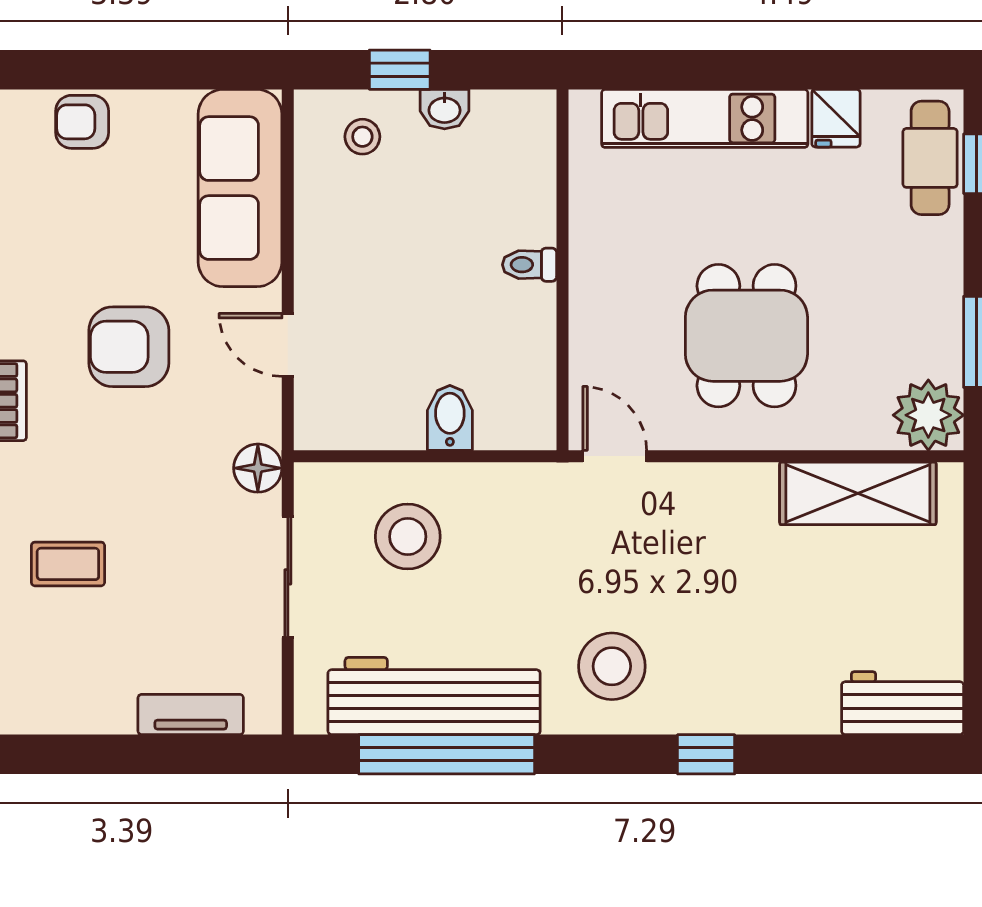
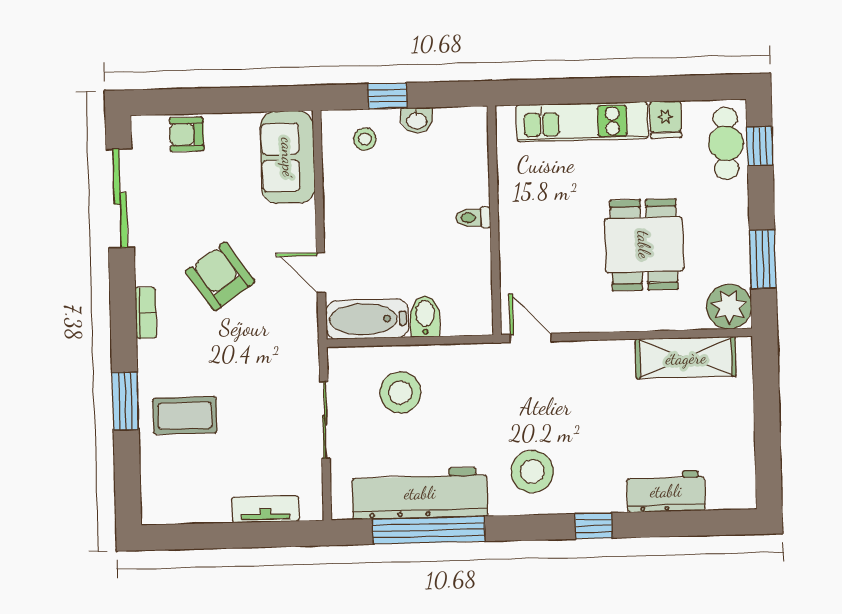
sofa: (240, 188) -> (288, 157), width x0.73
dining table: (746, 336) -> (644, 245), moved
armchair: (129, 347) -> (220, 276), turned 55
bathtub: (359, 420) -> (367, 319), added
floor lamp: (258, 468) -> (304, 351), removed
coffee table: (68, 564) -> (185, 416), width x1.36, depth x1.30
workbench: (903, 703) -> (666, 491), moved

